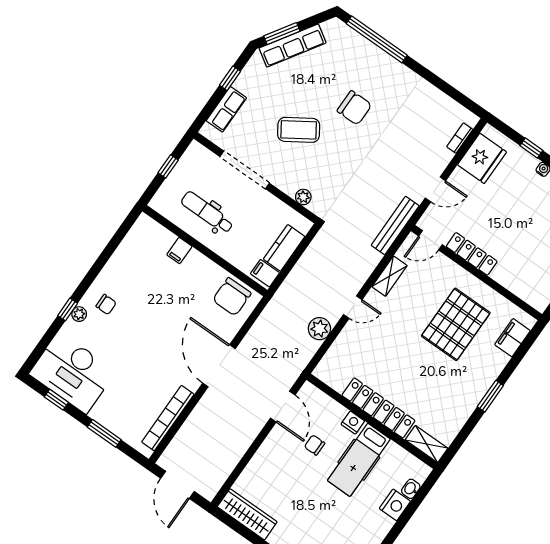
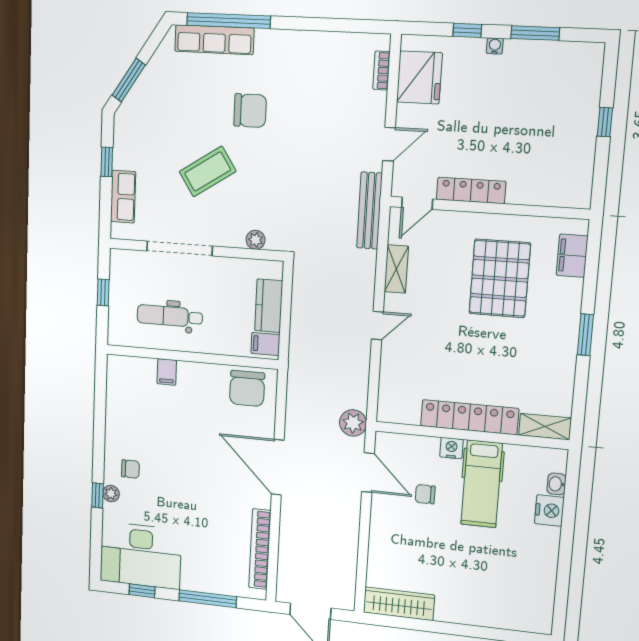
row of seats: (293, 46) -> (214, 40), moved, turned 57
plant: (319, 329) -> (353, 423), moved
window: (104, 433) -> (208, 599), width x1.44

